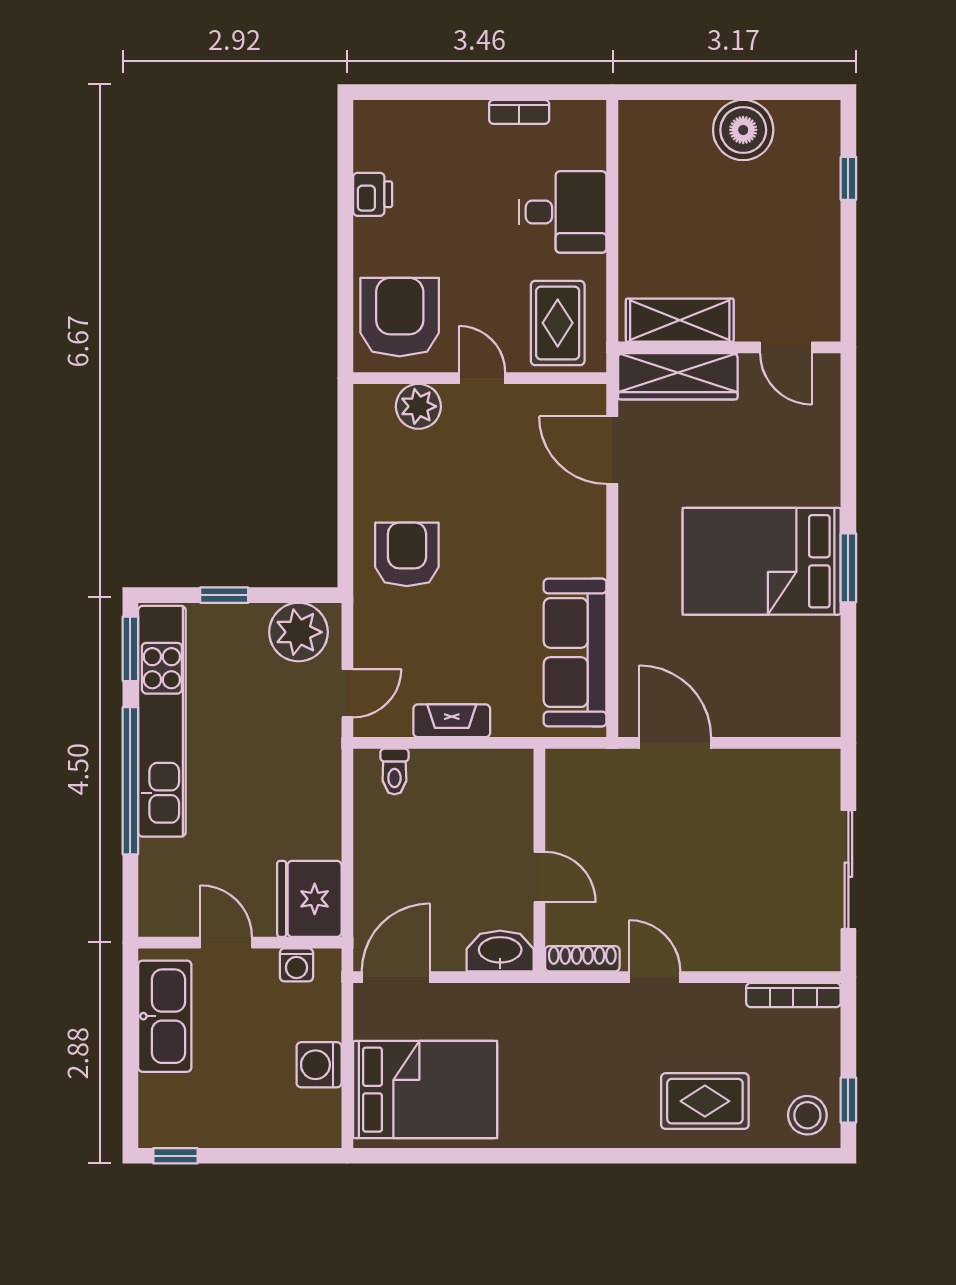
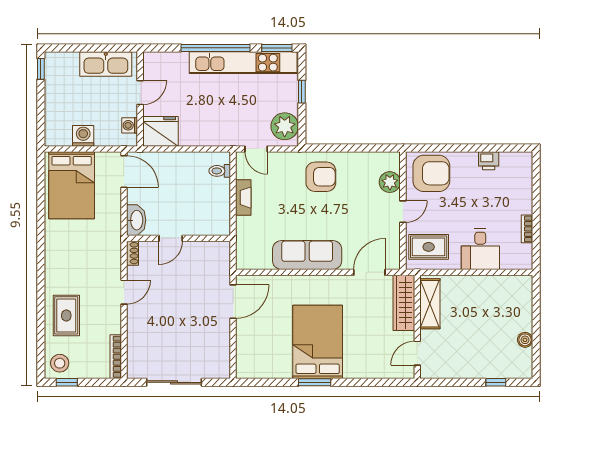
boiler: (743, 130) -> (525, 340), width x0.54, depth x0.54
sofa: (575, 652) -> (307, 255), moved
shoe rack: (582, 959) -> (133, 253), width x0.70

